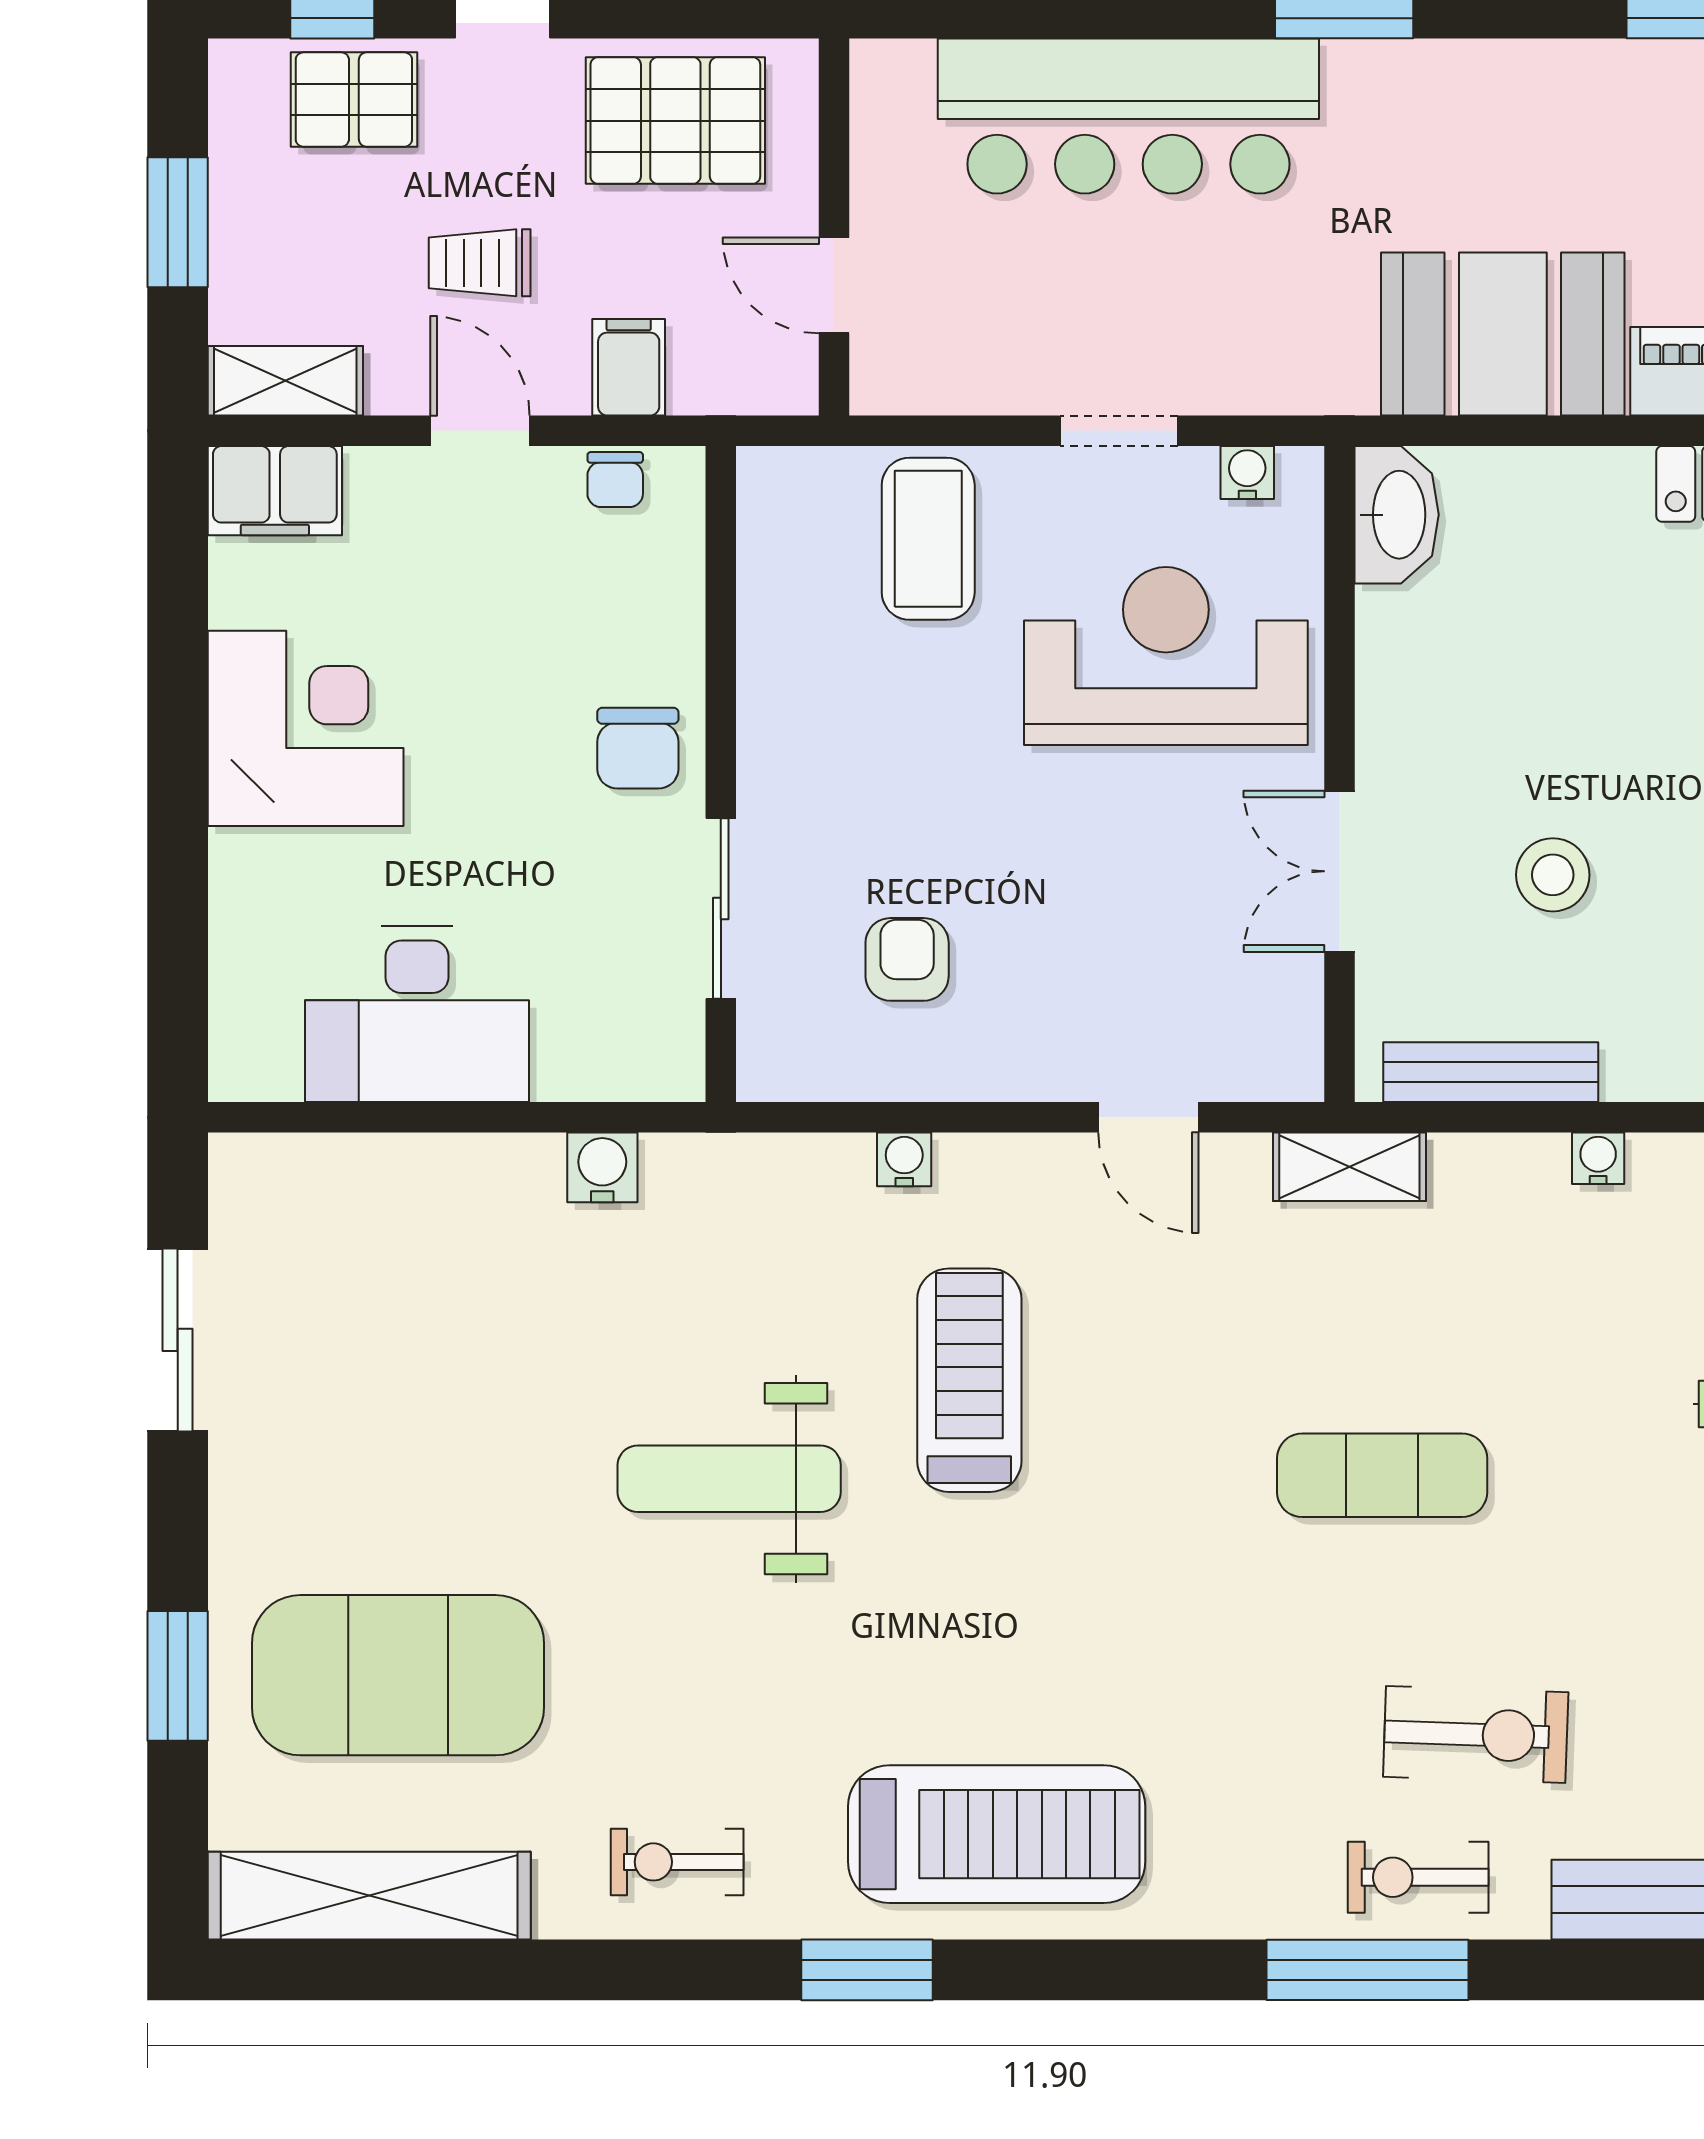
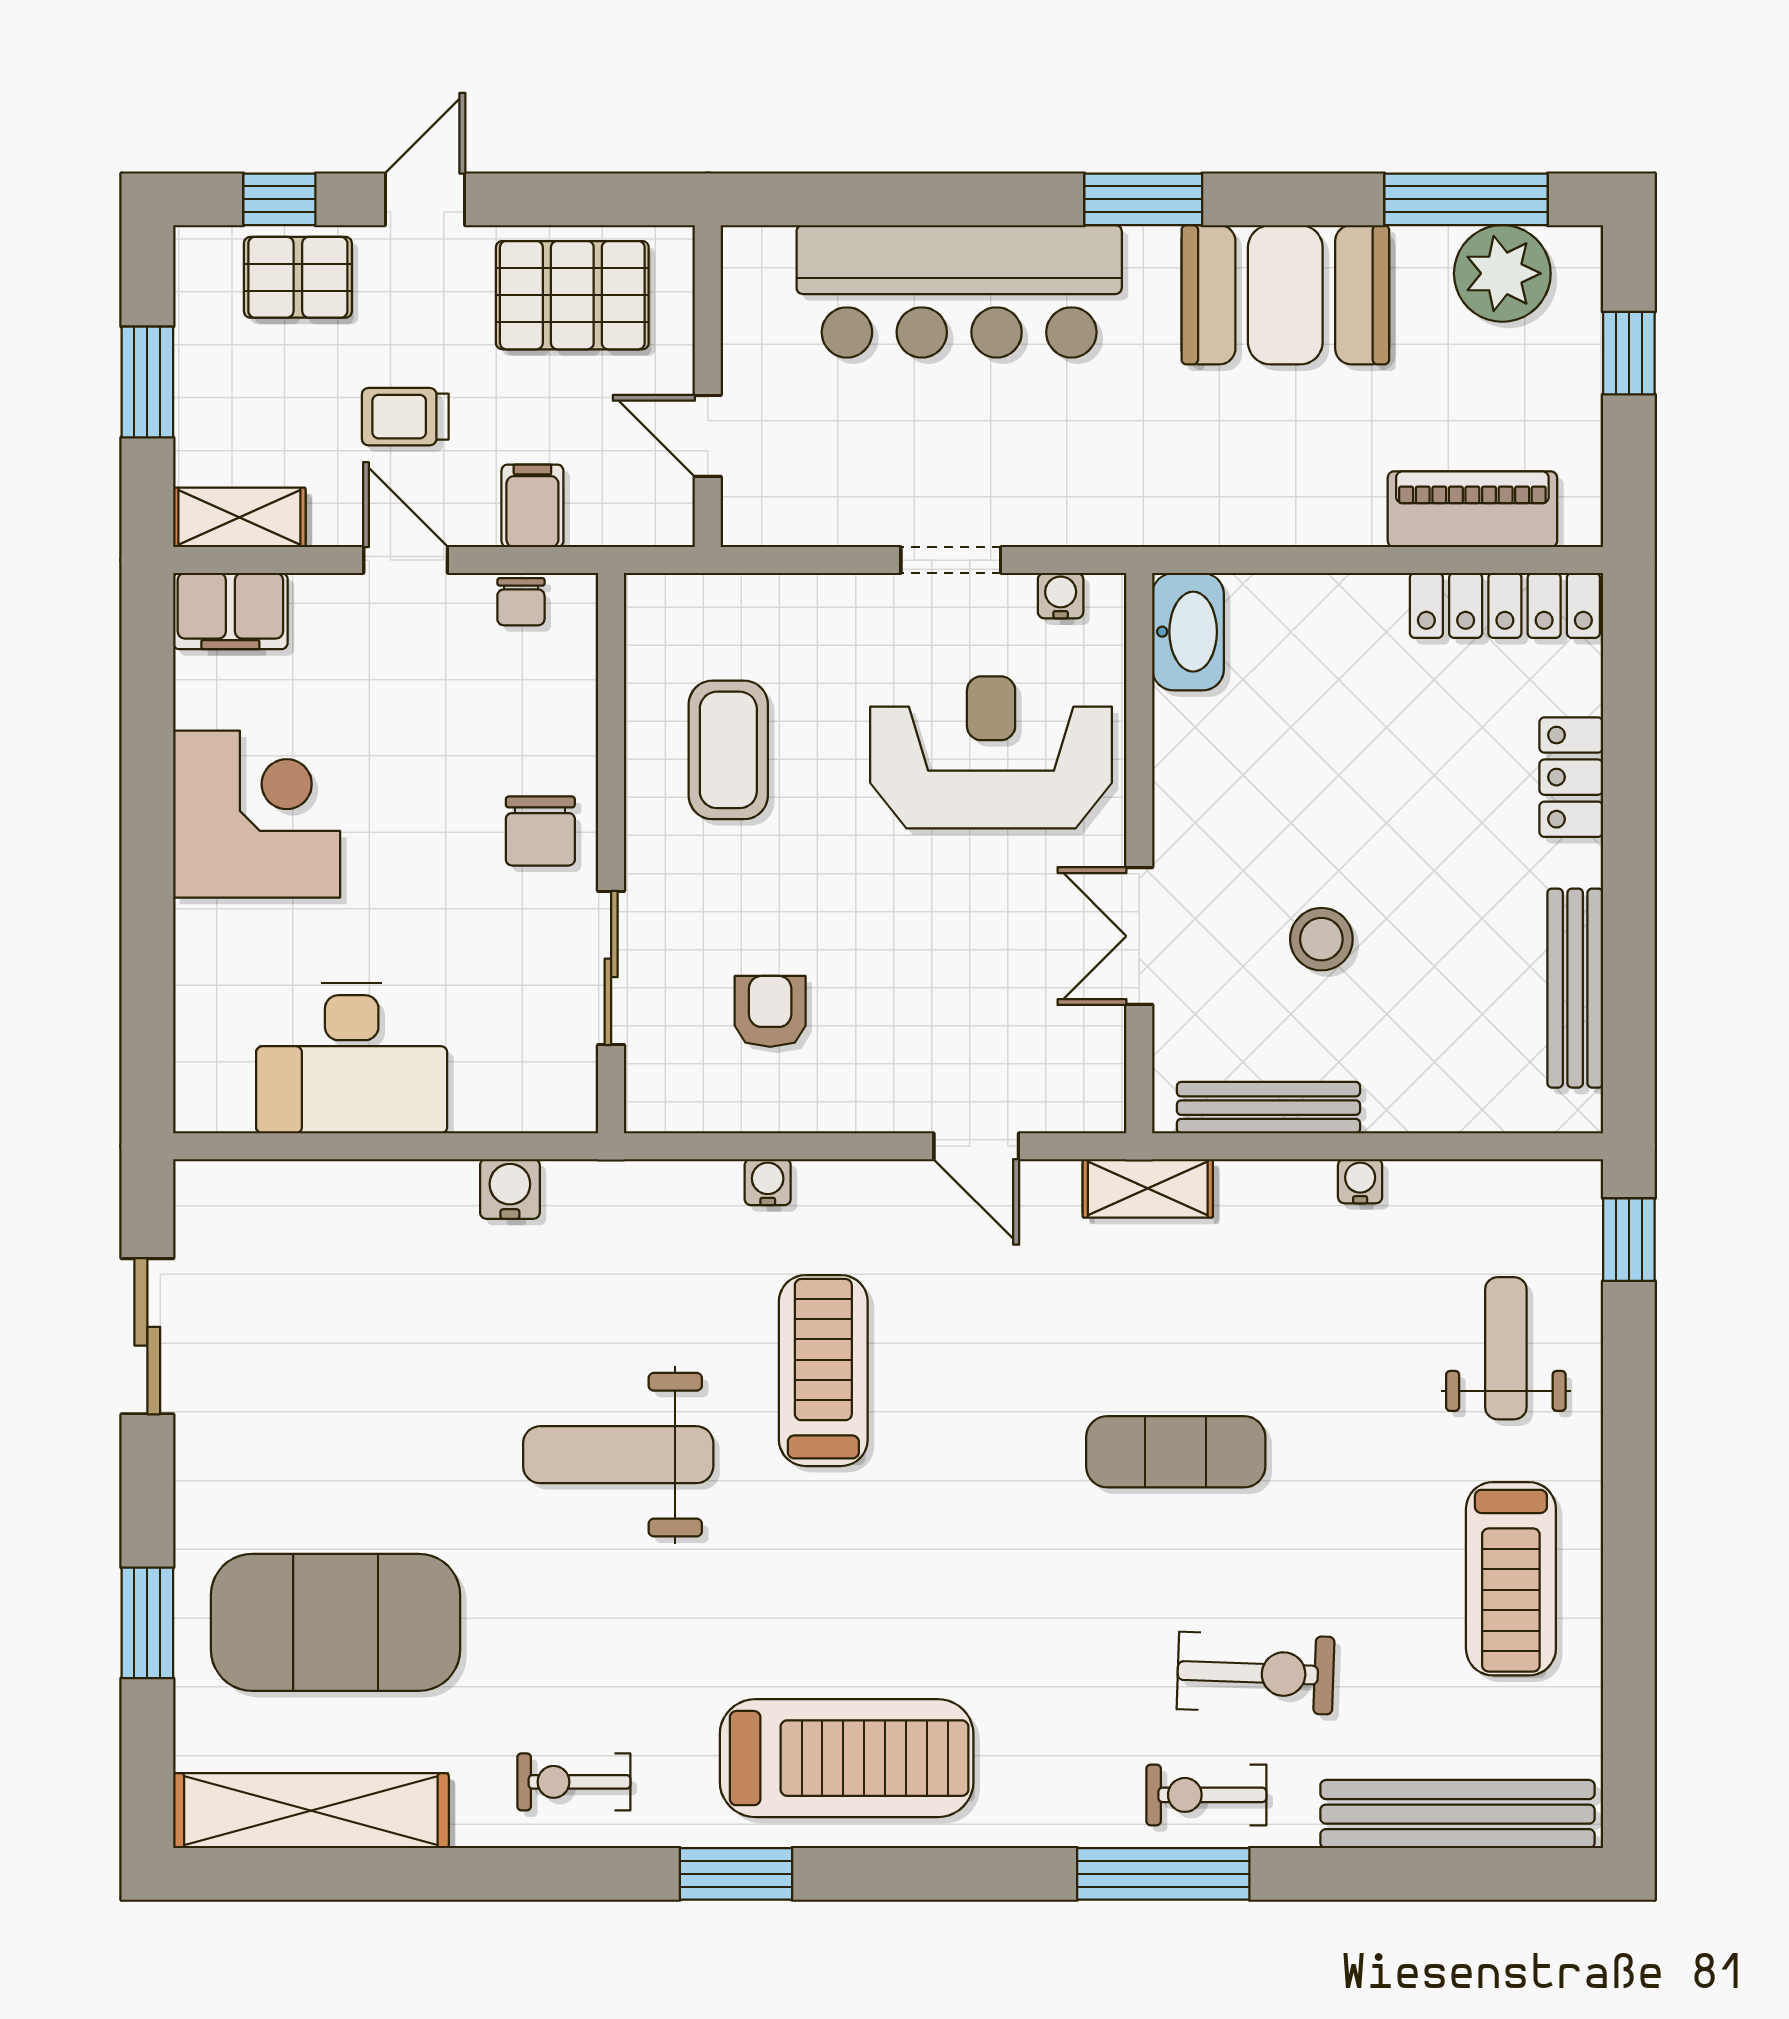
booth: (1503, 334) -> (1285, 295), moved
coffee table: (928, 539) -> (728, 750), moved

